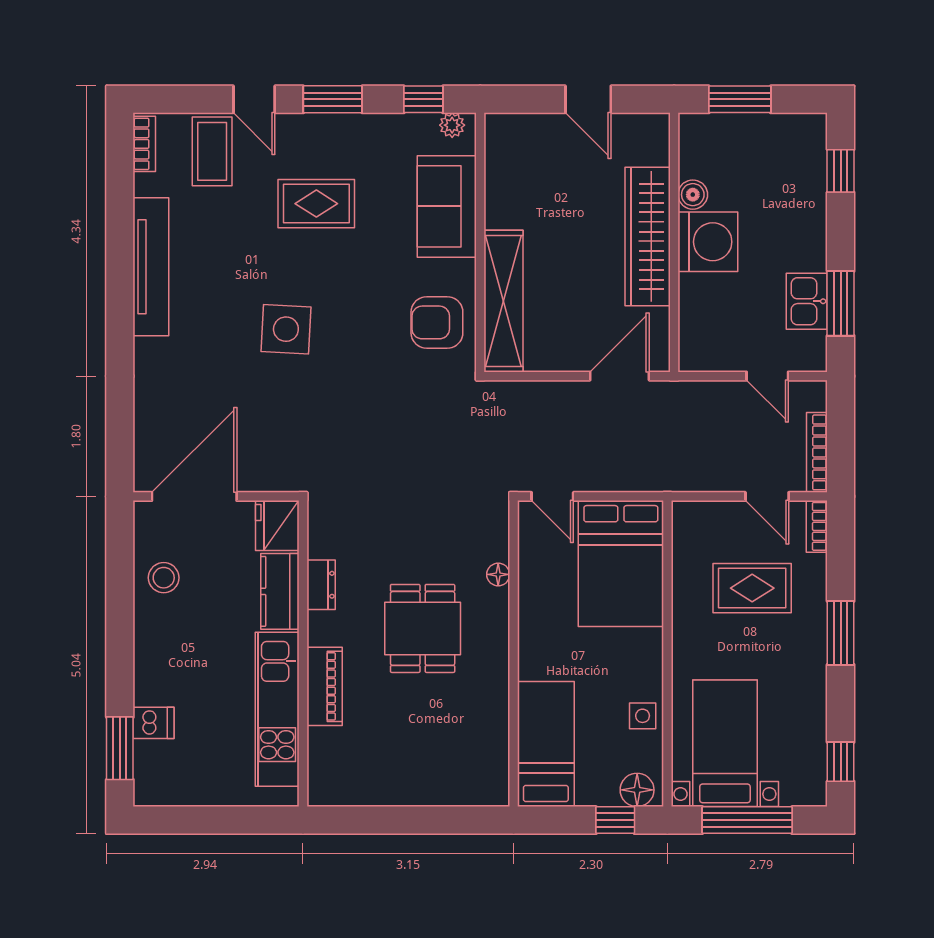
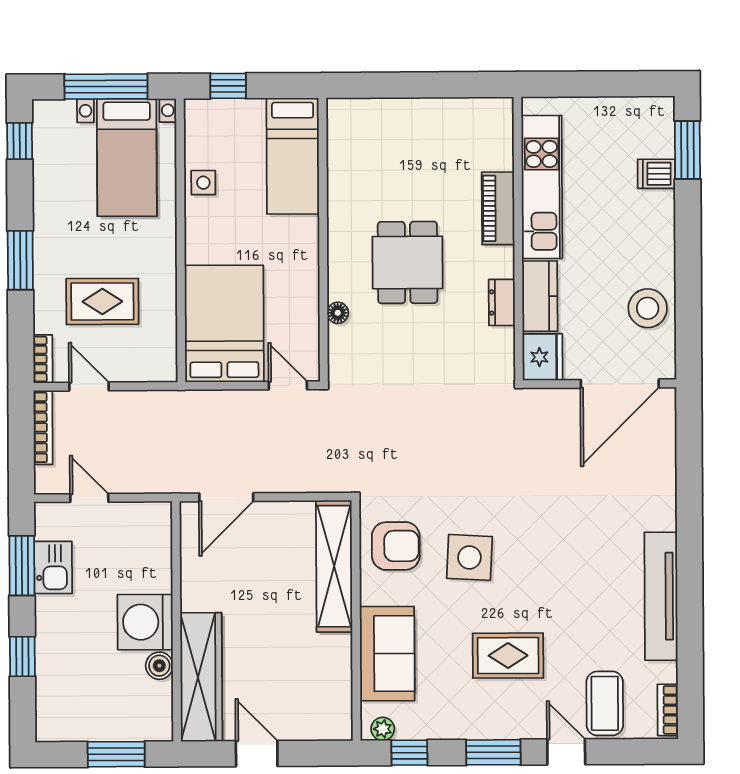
window: (841, 171) -> (22, 657), moved
wardrobe: (648, 236) -> (201, 677), moved
side table: (286, 329) -> (469, 557), moved
stool: (164, 578) -> (648, 308), width x1.38, depth x1.38
floor lamp: (637, 790) -> (208, 114), removed

